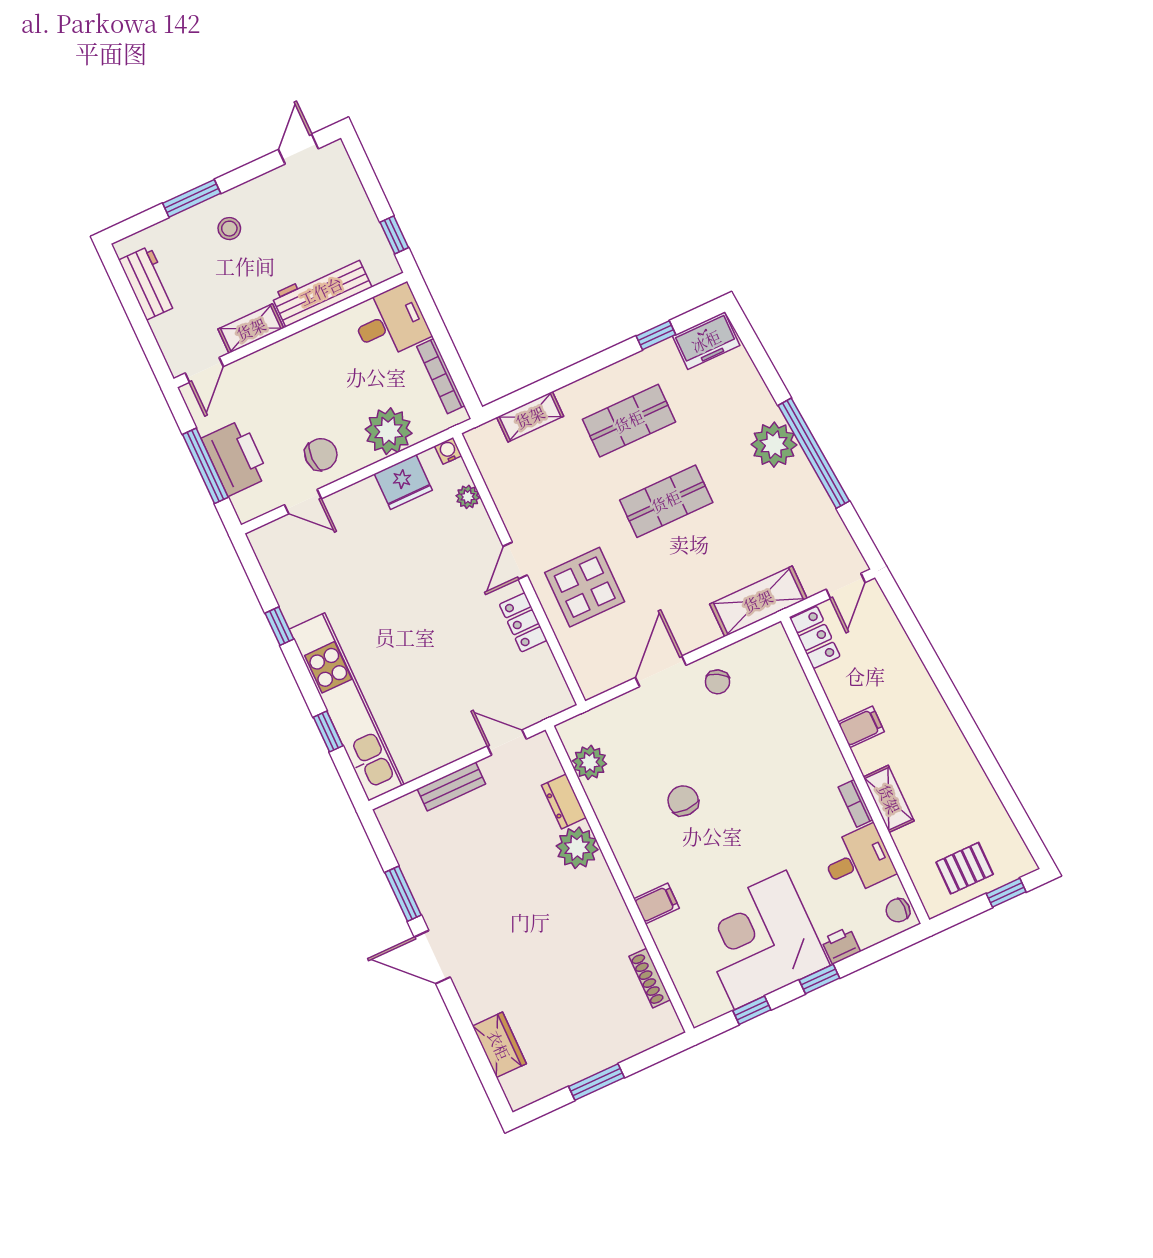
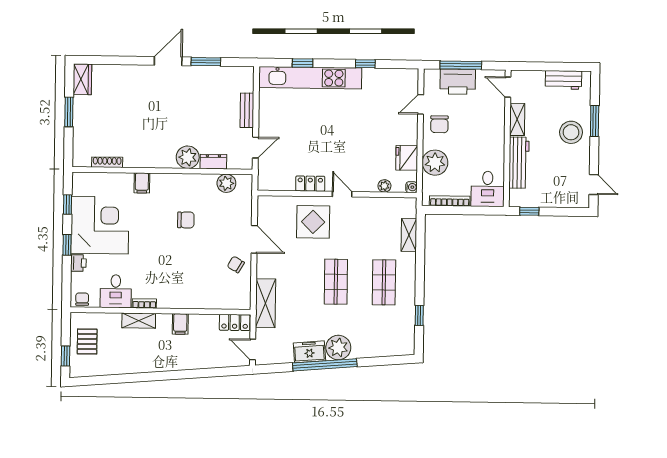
stool: (229, 229) -> (571, 132), width x1.89, depth x1.89
freezer: (706, 341) -> (309, 352), moved, turned 85
wardrobe: (499, 1045) -> (82, 79), moved, turned -90

